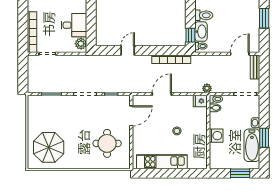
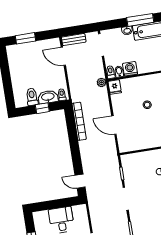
window: (190, 35) -> (42, 108), moved
plant: (81, 44) -> (78, 211), removed
door: (128, 50) -> (80, 181), moved
door: (131, 116) -> (140, 151), removed
washing machine: (216, 136) -> (130, 69), moved
window: (264, 138) -> (140, 20), width x1.44

